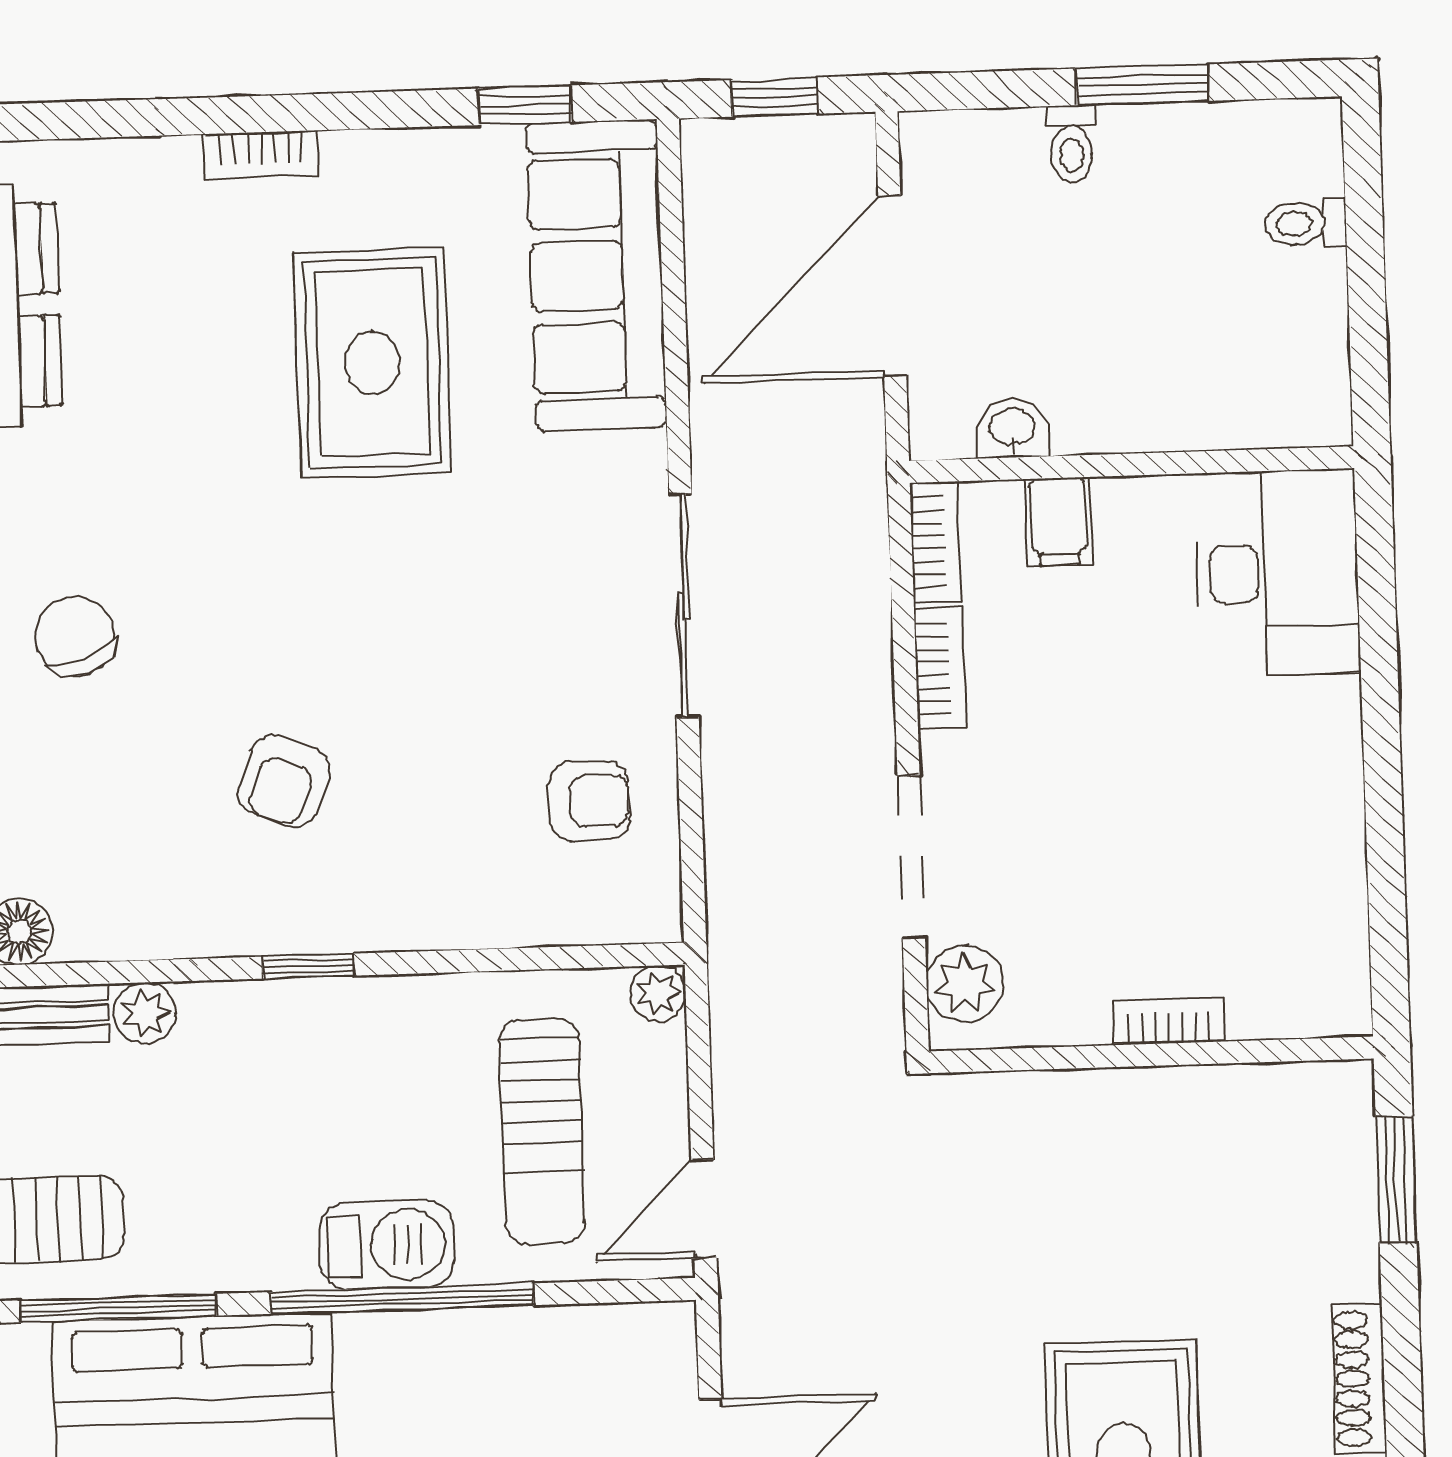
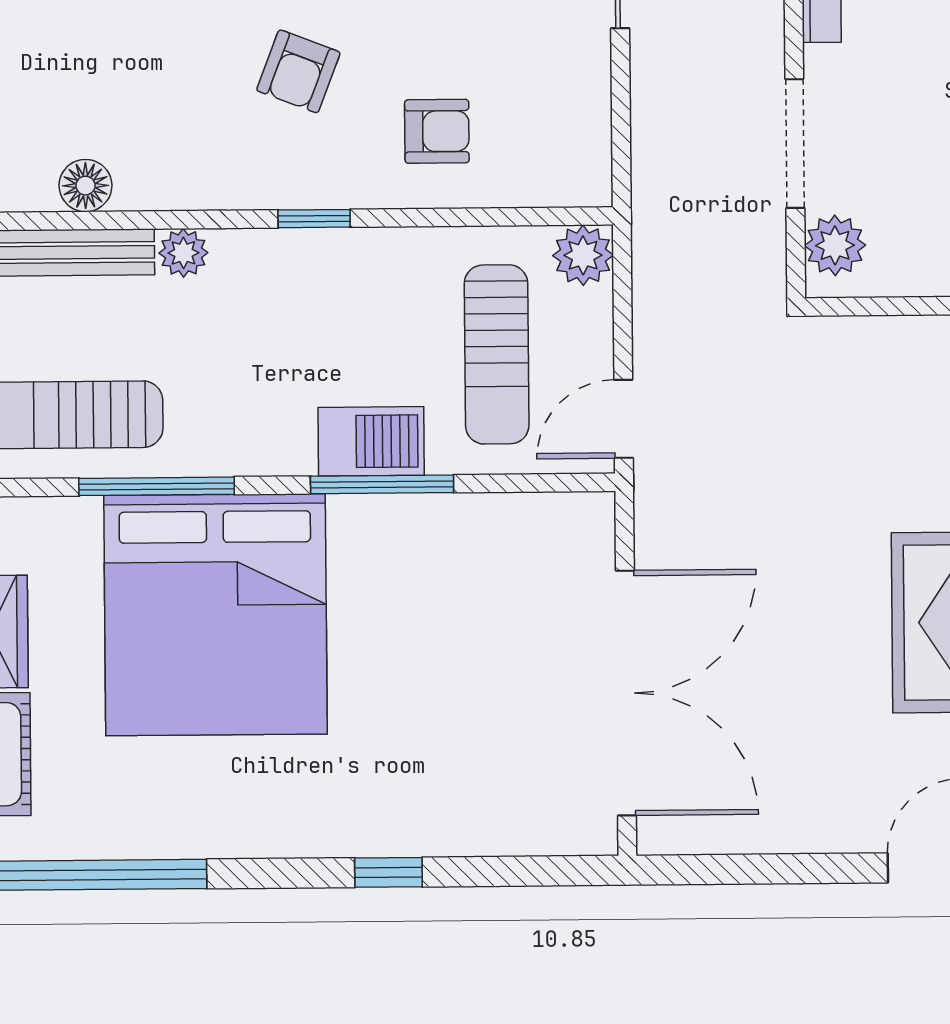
armchair: (590, 801) -> (437, 131), moved
plant: (658, 993) -> (583, 255), width x1.38, depth x1.38
window: (402, 1299) -> (382, 484), width x0.68

